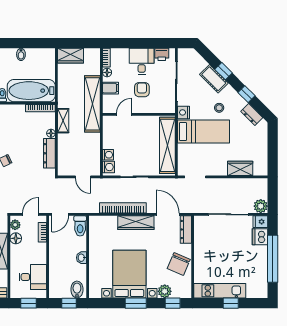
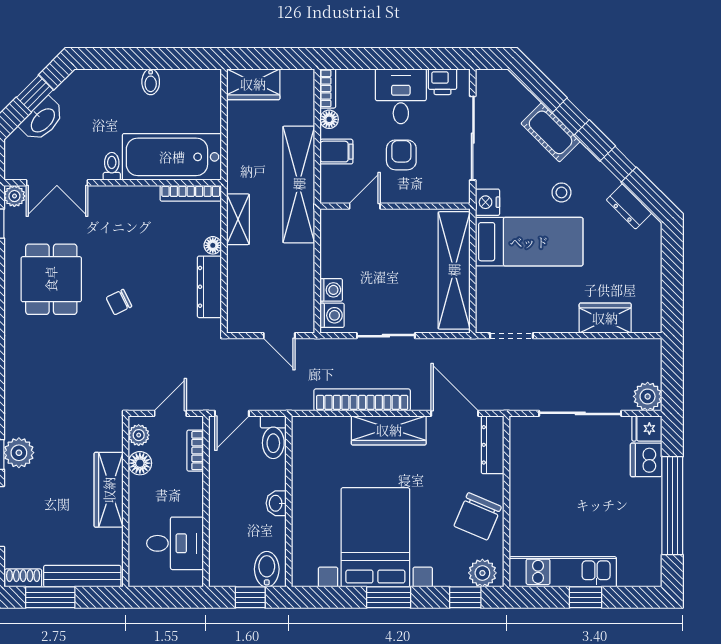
plant: (165, 291) -> (482, 573), moved
window: (28, 303) -> (166, 597), removed

